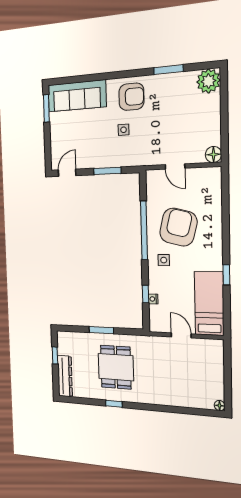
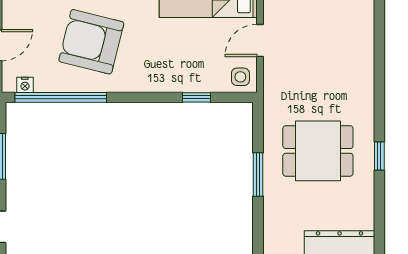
window: (144, 230) -> (61, 97), moved
side table: (164, 260) -> (240, 77), moved
nightstand: (153, 299) -> (25, 85), moved

